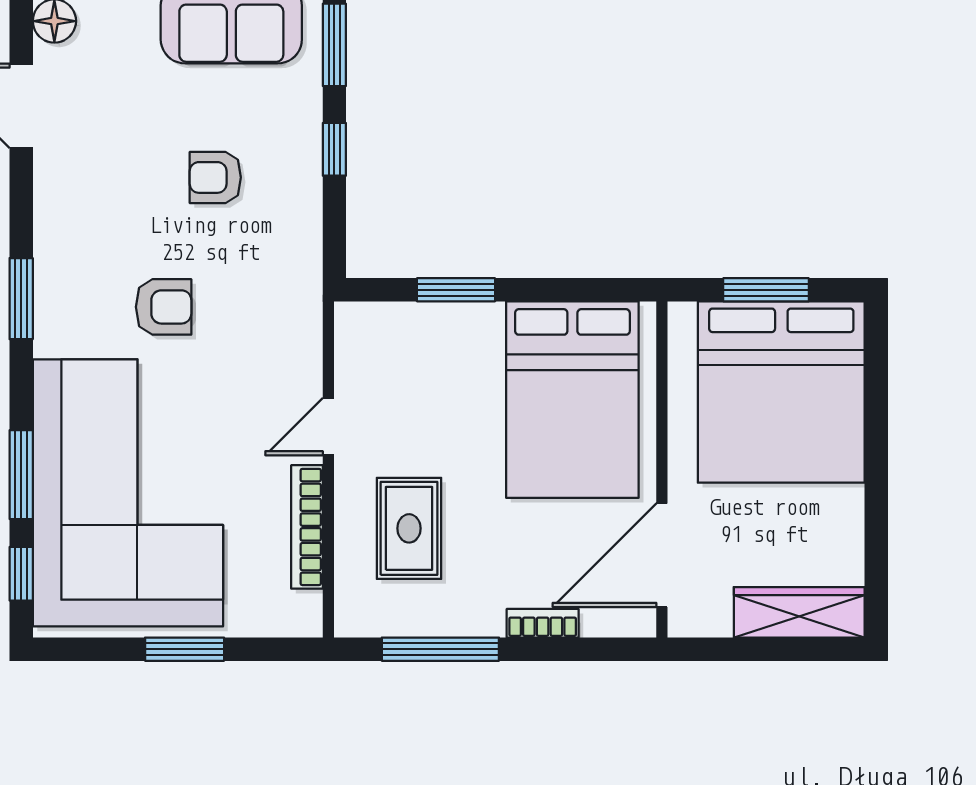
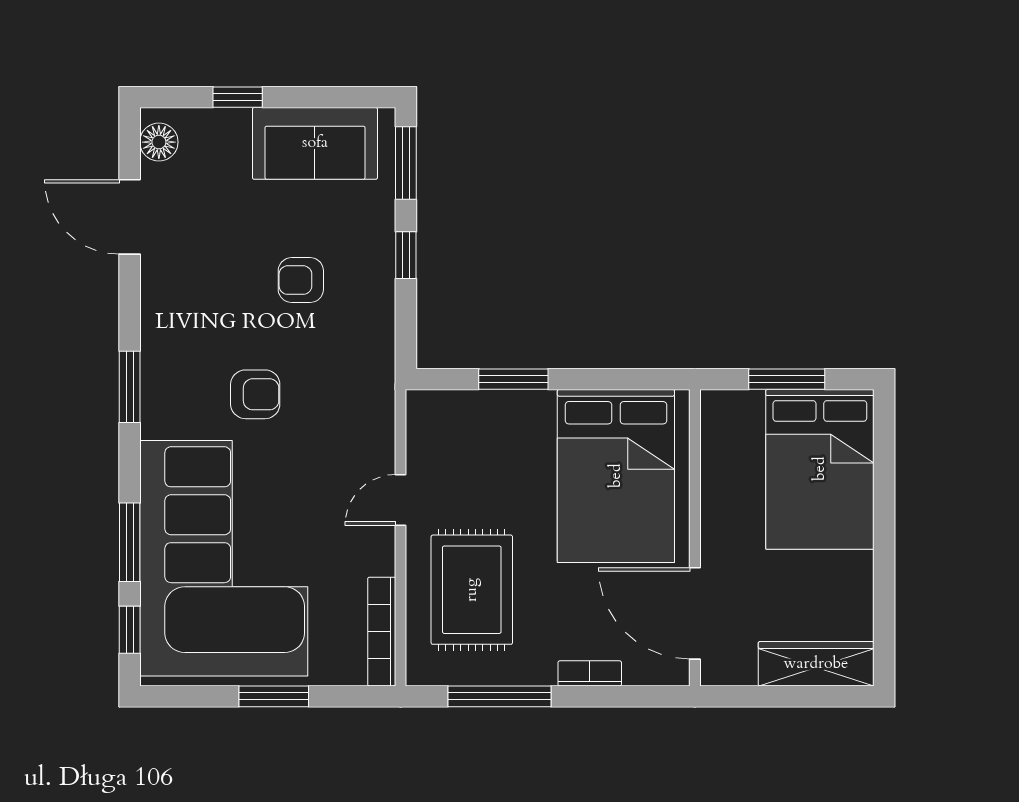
bed: (781, 392) -> (820, 469), width x0.73
bookcase: (307, 527) -> (382, 632), moved
rug: (409, 528) -> (472, 590), width x1.36, depth x1.43
door: (662, 555) -> (695, 613), hinge flipped

